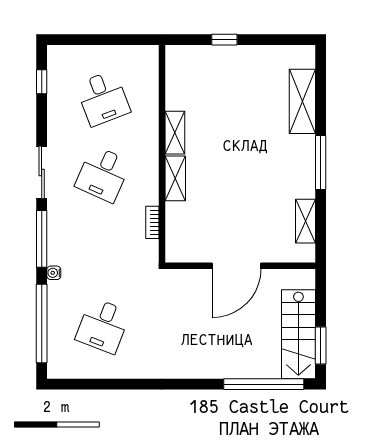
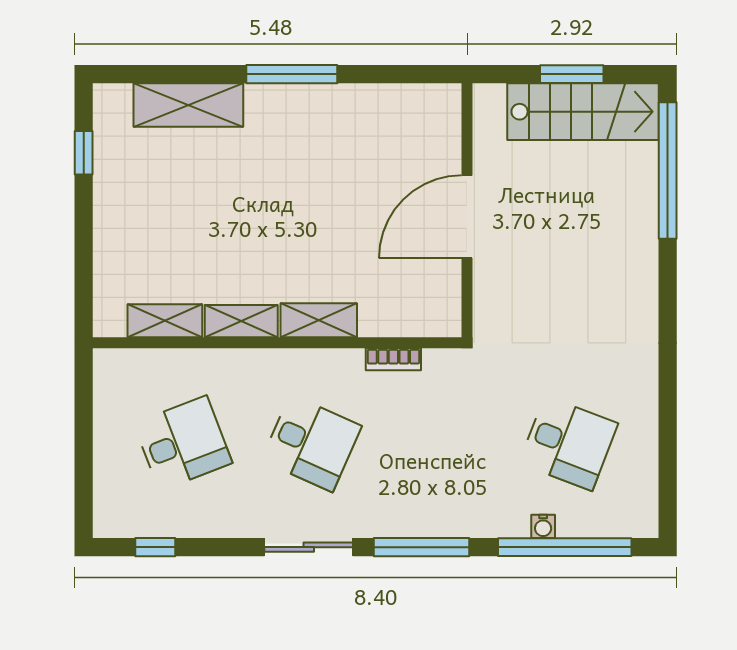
window: (224, 40) -> (84, 153), moved
shelving: (305, 221) -> (165, 321), moved
door: (236, 266) -> (467, 217), swing flipped
water cooler: (54, 273) -> (543, 526), moved
window: (321, 346) -> (572, 74), moved

